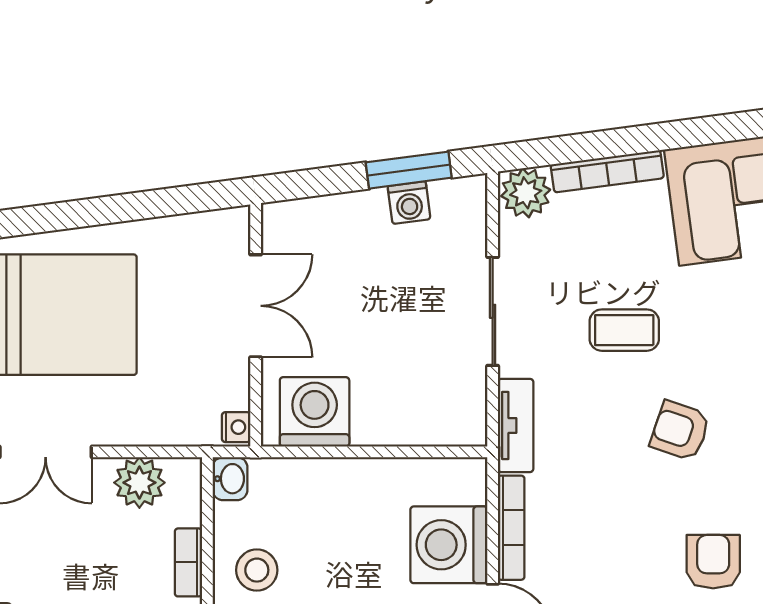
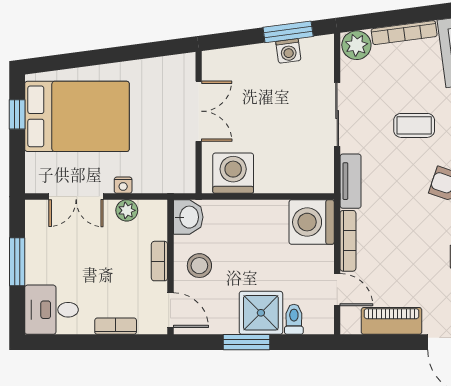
nightstand: (236, 427) -> (123, 185), moved, turned 90
washbasin: (230, 479) -> (188, 217), width x1.38, depth x1.45
plant: (139, 483) -> (127, 210), width x0.73, depth x0.73
washing machine: (449, 545) -> (312, 222), moved

